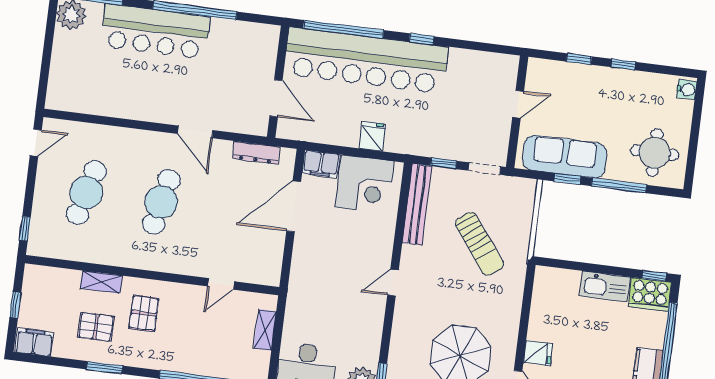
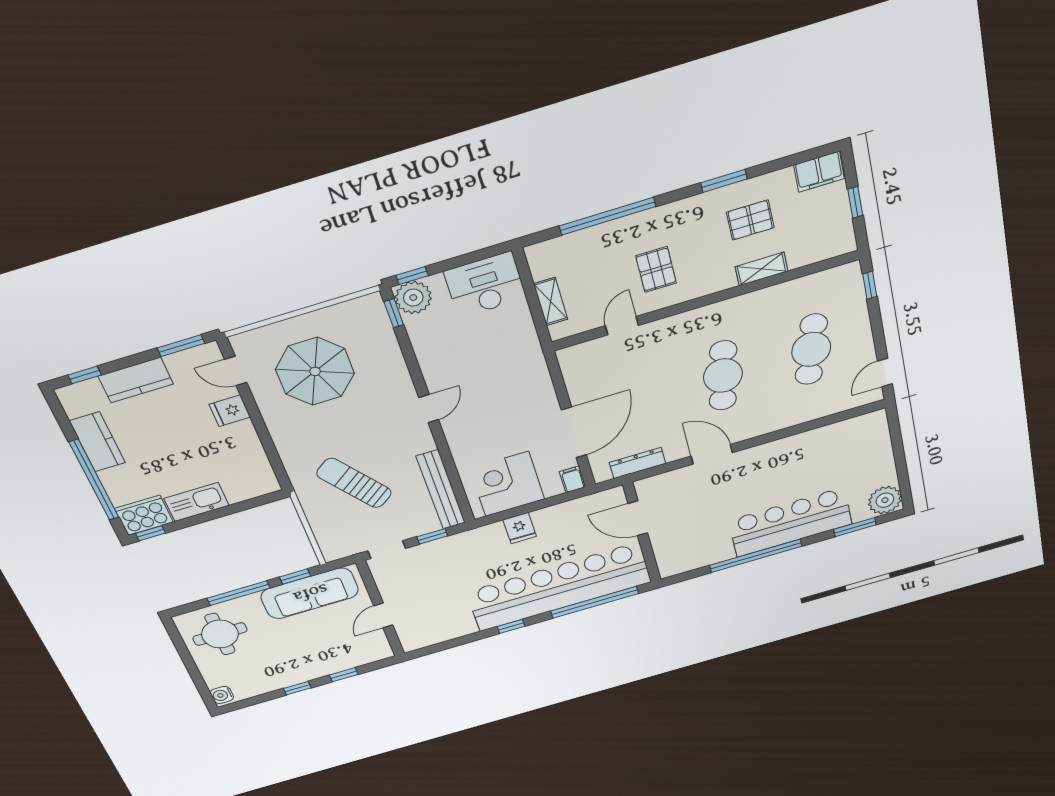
filing cabinet: (321, 164) -> (572, 479), width x0.50
pallet: (144, 313) -> (656, 269), moved

